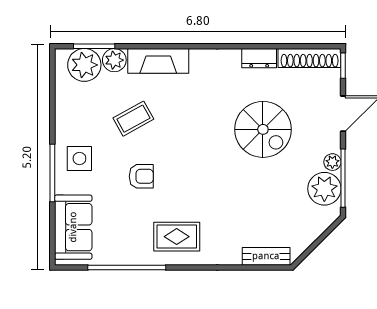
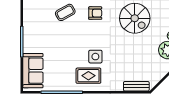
side table: (79, 158) -> (95, 57), moved
armchair: (141, 176) -> (95, 13), moved

